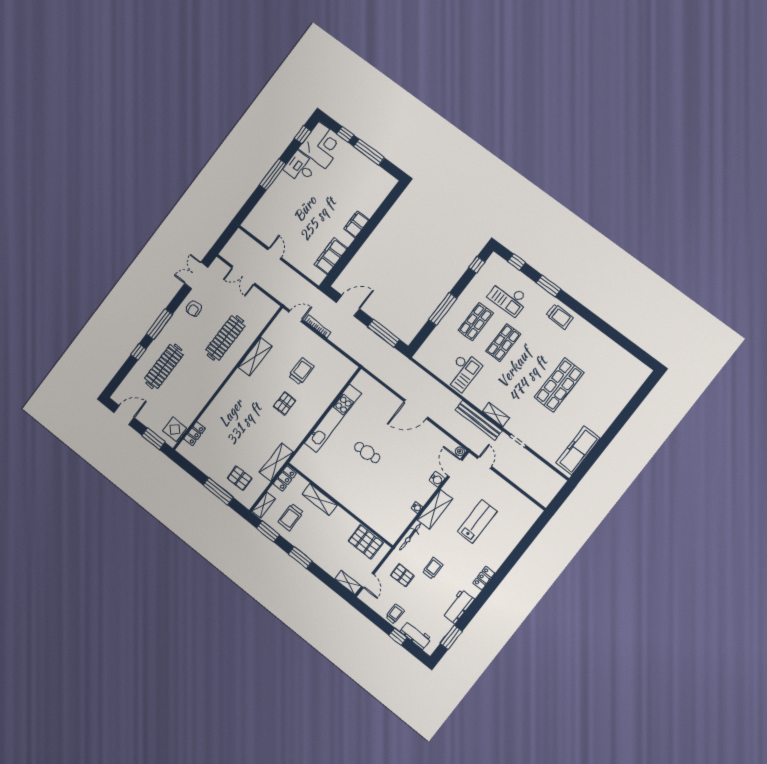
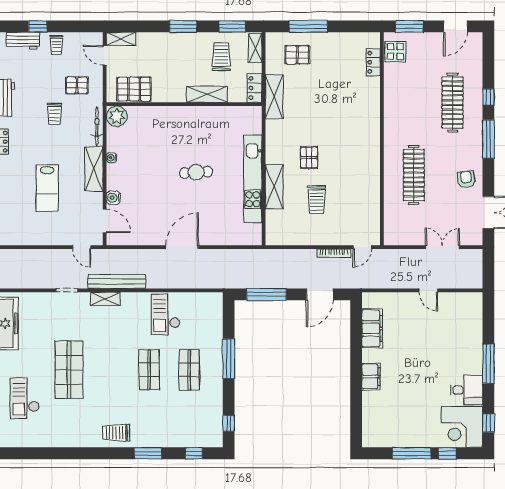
checkout: (508, 298) -> (25, 398), moved, turned -90
shelving: (255, 357) -> (274, 187), moved
plant: (460, 451) -> (117, 116), moved, width x1.88, depth x1.88

